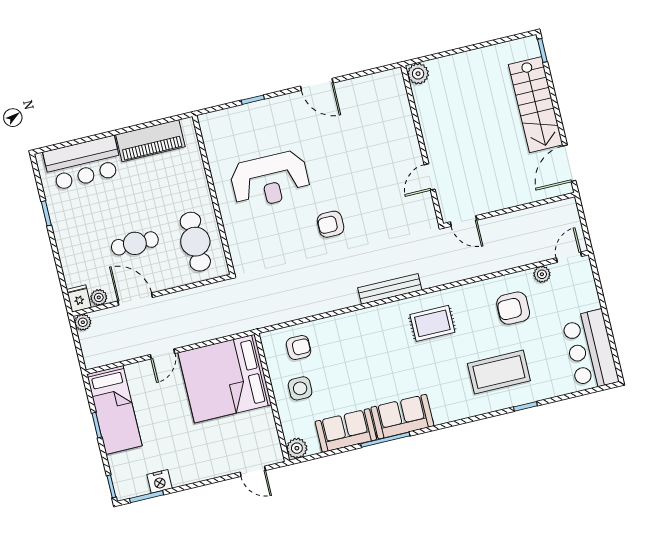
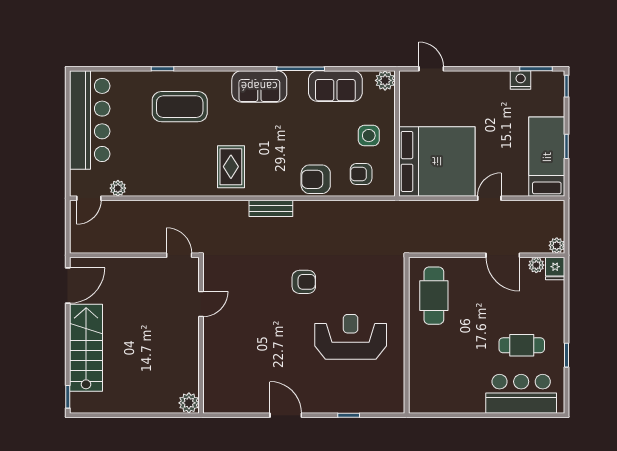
piano: (150, 141) -> (453, 400), removed
cafe table: (135, 243) -> (522, 345), moved
bench: (390, 289) -> (271, 208), width x0.73
armchair: (513, 308) -> (316, 179), moved, turned 180
rug: (432, 323) -> (231, 167), turned 90
bar counter: (590, 350) -> (90, 120), width x1.36
sofa: (402, 417) -> (259, 86), moved

